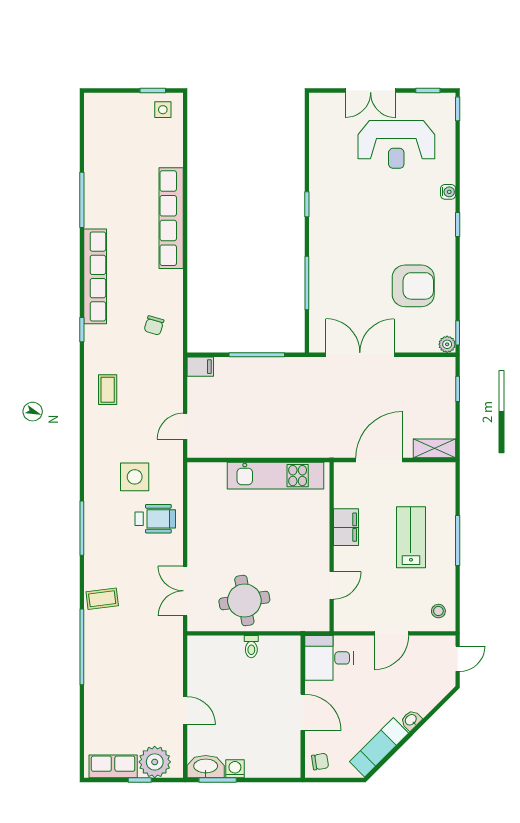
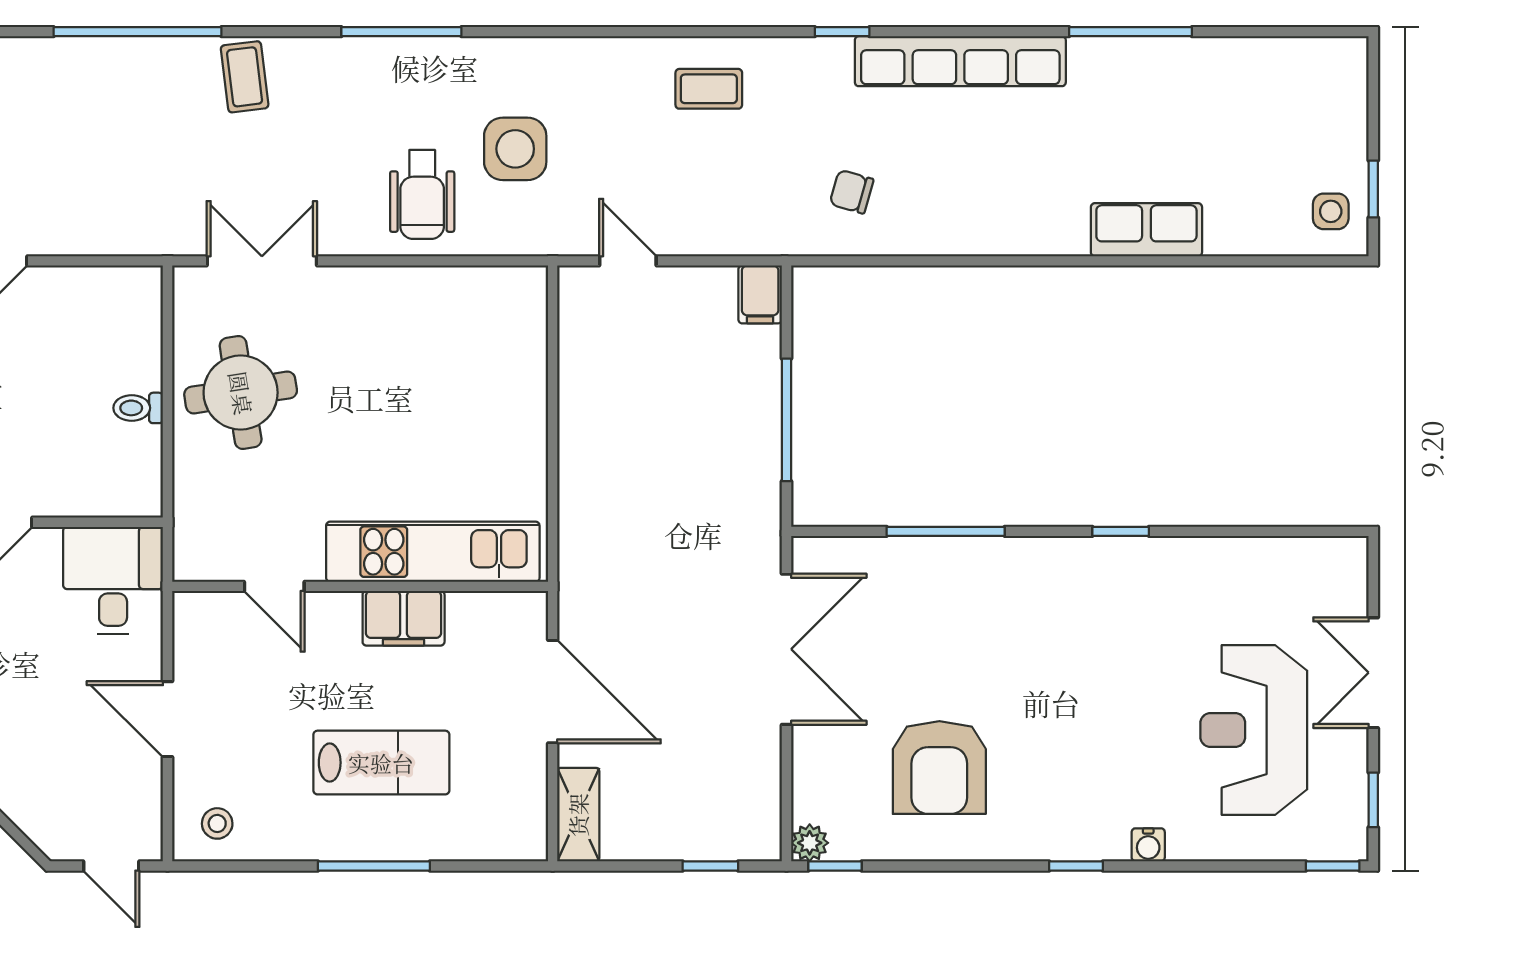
row of seats: (171, 218) -> (1146, 230), width x0.50
kitchen unit: (276, 476) -> (433, 552), moved, turned 90

